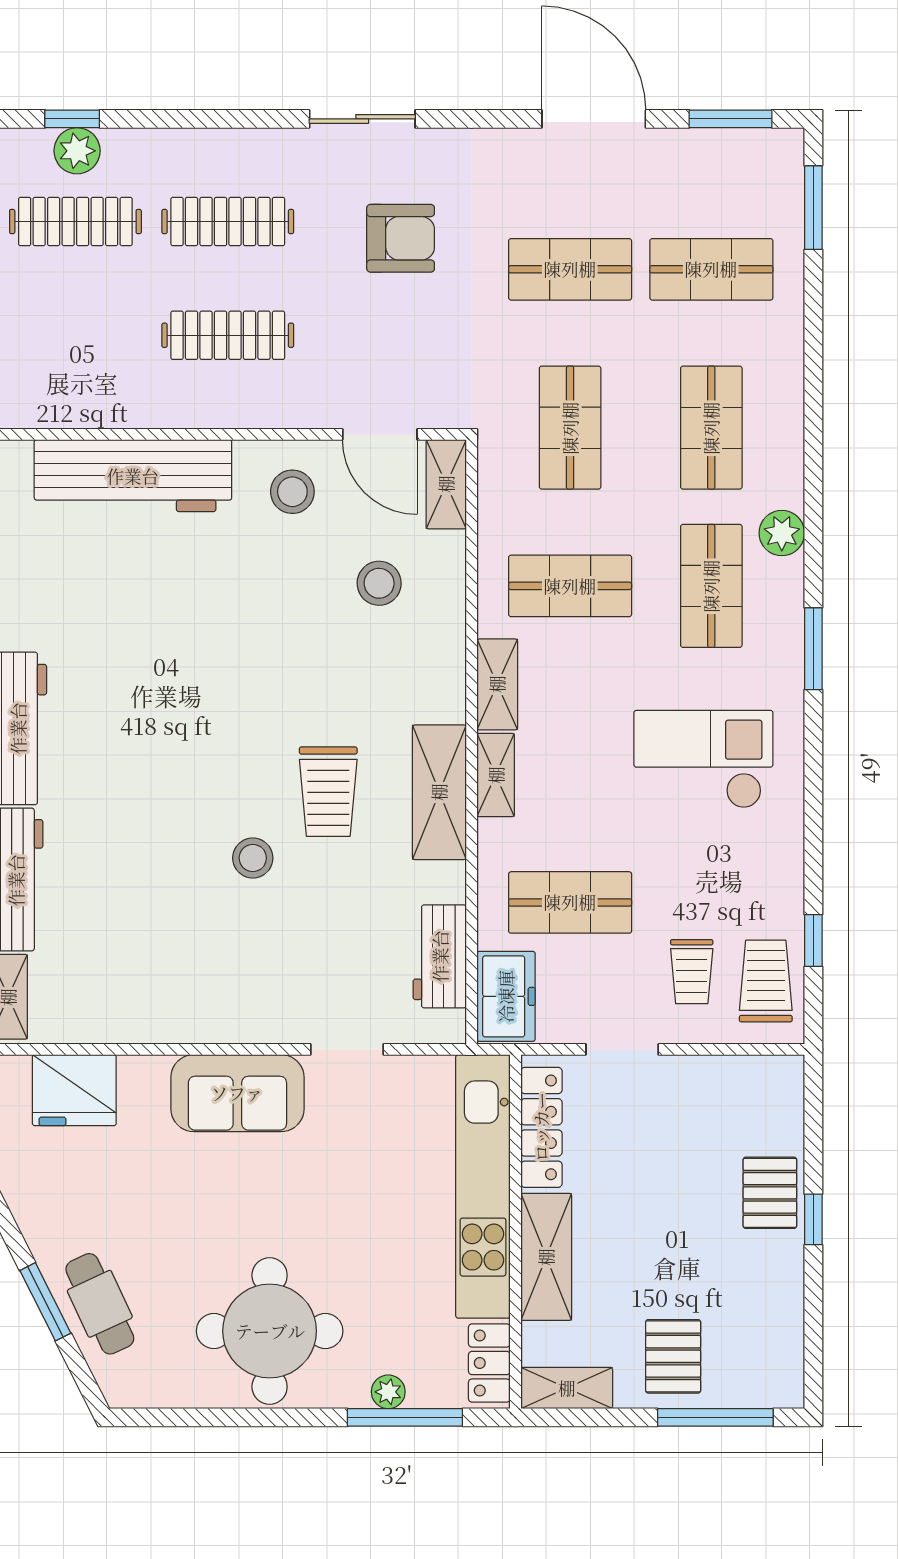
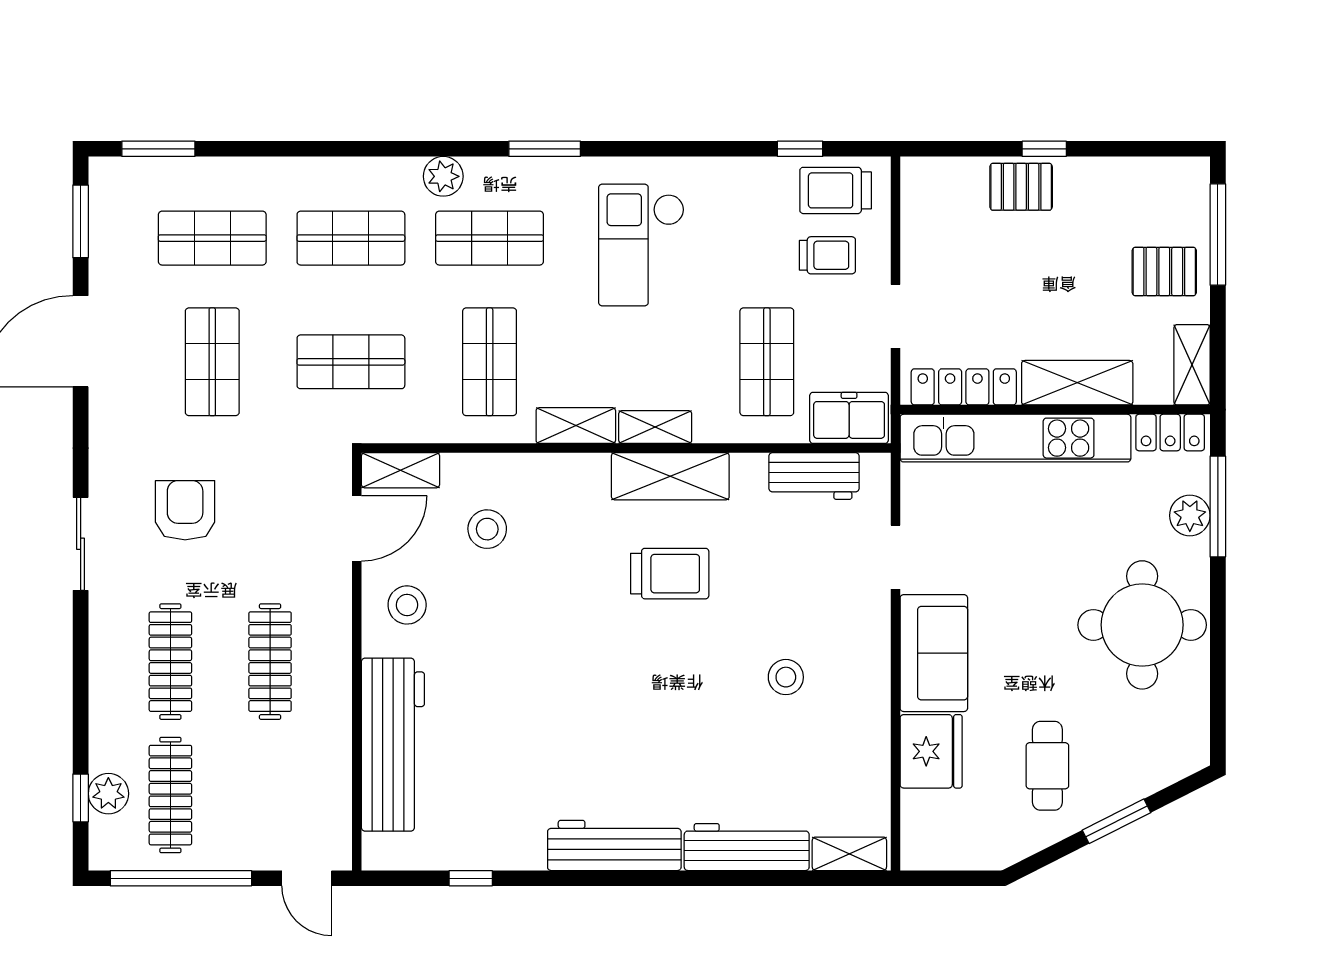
shop shelf: (711, 269) -> (212, 238), turned 90
stool: (253, 858) -> (786, 677), moved
fridge: (74, 1090) -> (931, 751), moved
cafe table: (100, 1304) -> (1047, 766), moved, turned -65
plant: (388, 1392) -> (1190, 516), width x1.38, depth x1.38

